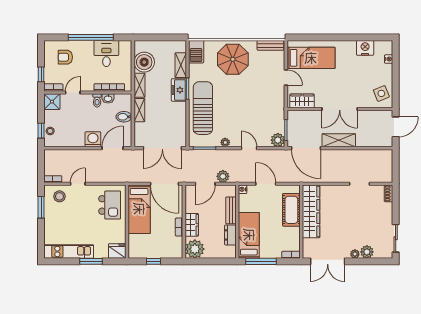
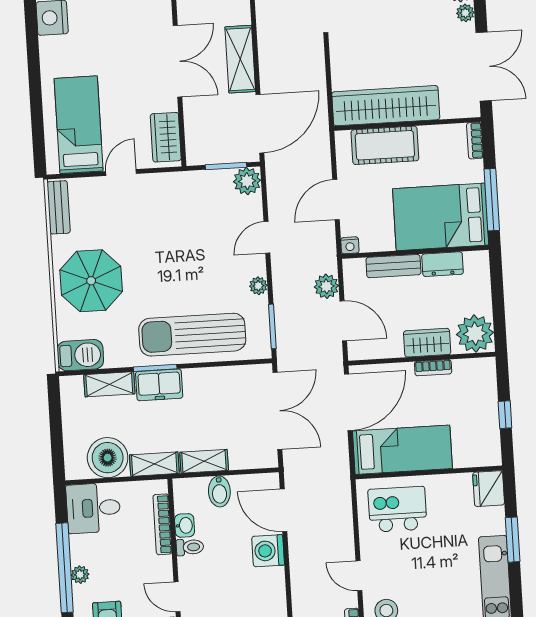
plant: (87, 45) -> (80, 575), added
desk: (106, 53) -> (93, 508), moved
bed: (249, 235) -> (441, 217), width x1.50

